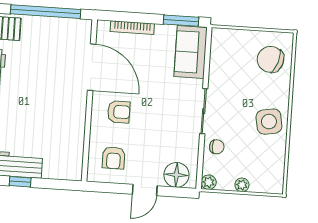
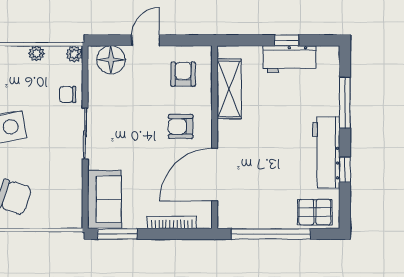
door: (92, 67) -> (215, 175), hinge flipped
shelving: (74, 142) -> (229, 89), added

